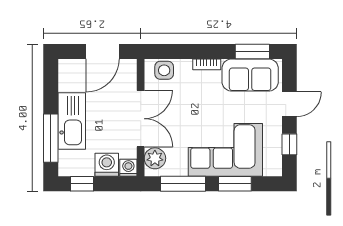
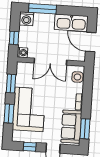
kitchen sink: (72, 121) -> (71, 23), moved
plant: (155, 158) -> (27, 68), removed
washing machine: (107, 165) -> (26, 19), moved, turned 90
window: (82, 184) -> (14, 38), moved
window: (183, 184) -> (11, 84), width x0.69

